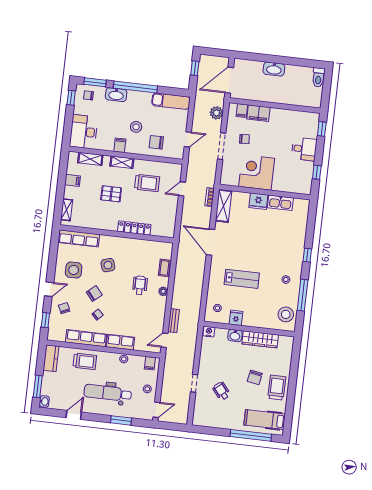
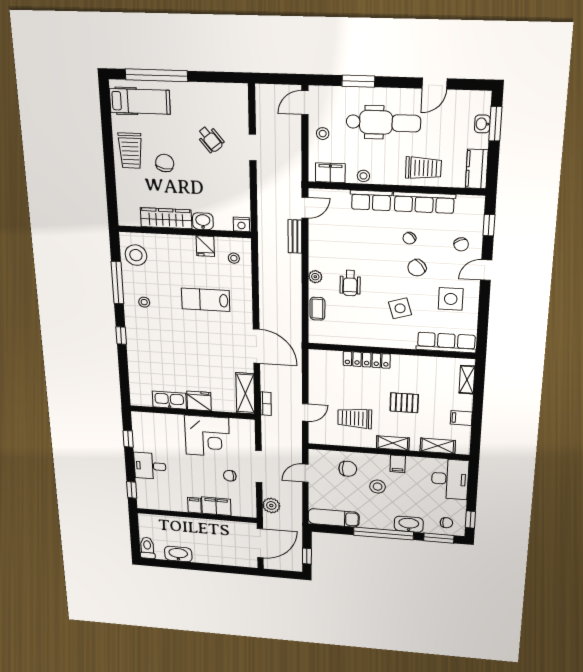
washbasin: (274, 69) -> (178, 554), moved
filing cabinet: (242, 111) -> (194, 505), moved
trolley: (85, 361) -> (423, 168), turned 180
filing cabinet: (150, 363) -> (330, 173), width x2.00
washbasin: (44, 401) -> (482, 124), moved

